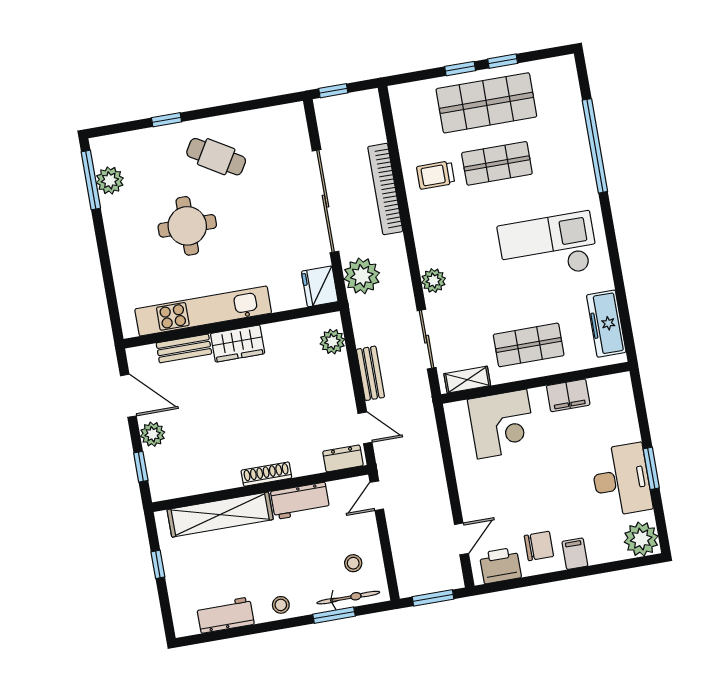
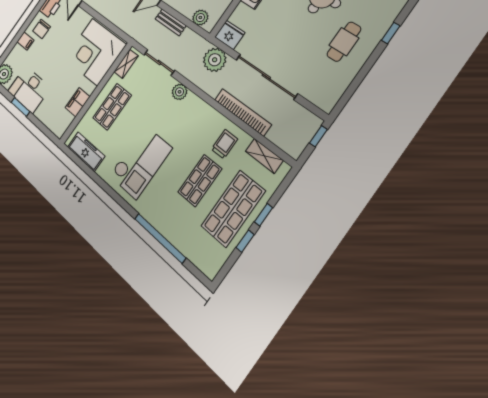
shelving: (405, 124) -> (264, 156), added
cafe table: (216, 157) -> (344, 42), turned -31
corner desk: (502, 424) -> (95, 52), width x1.36, depth x1.36

